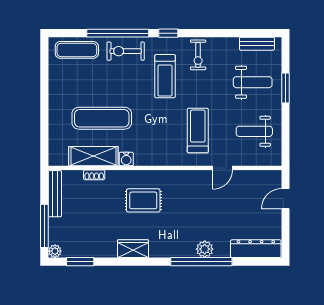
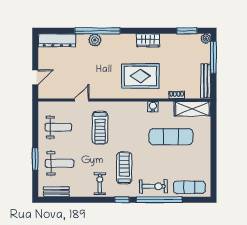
weight bench: (253, 82) -> (59, 163), turned 180
shelving: (93, 156) -> (192, 109), moved
rug: (143, 200) -> (140, 76), width x1.36, depth x1.43

